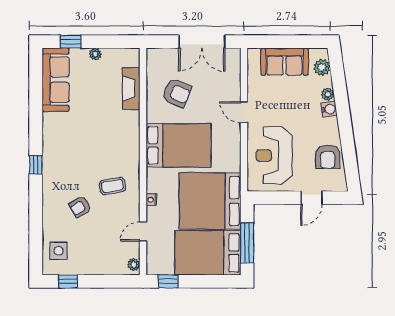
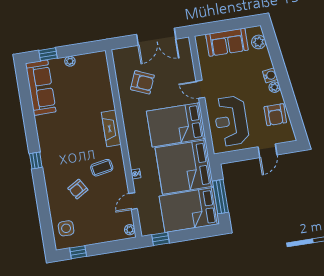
fireplace: (131, 88) -> (111, 128), moved
plant: (328, 94) -> (275, 87), moved
bed: (179, 145) -> (176, 125), moved, turned 180

